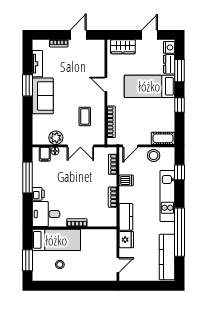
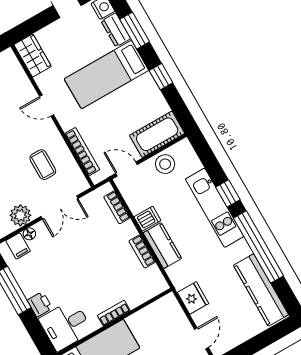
wardrobe: (123, 47) -> (33, 56), moved, turned -90
cot: (163, 138) -> (157, 134), width x1.37, depth x1.34
door: (130, 146) -> (126, 169), swing flipped
window: (179, 172) -> (228, 193), moved
kitchen counter: (126, 217) -> (162, 246), moved

